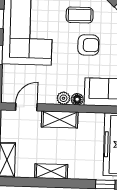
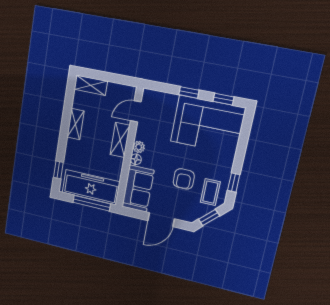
coffee table: (80, 15) -> (210, 192), moved
door: (26, 107) -> (136, 111), swing flipped

